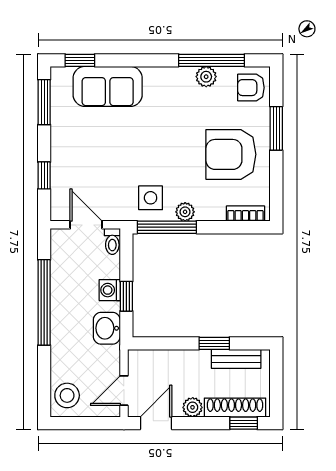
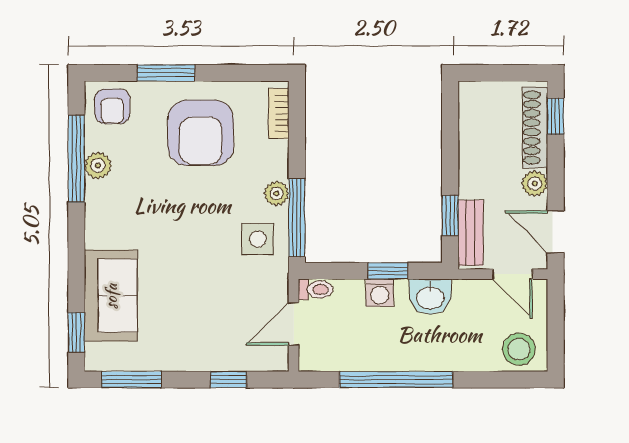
window: (214, 343) -> (450, 216), moved
bench: (236, 359) -> (471, 233), moved

